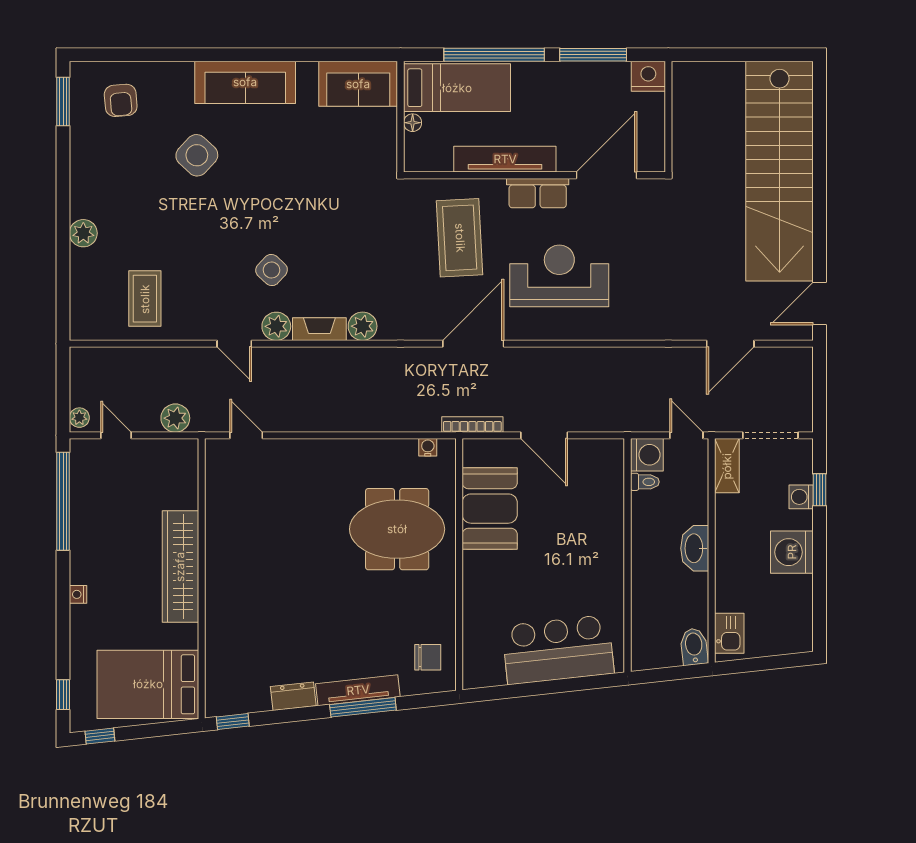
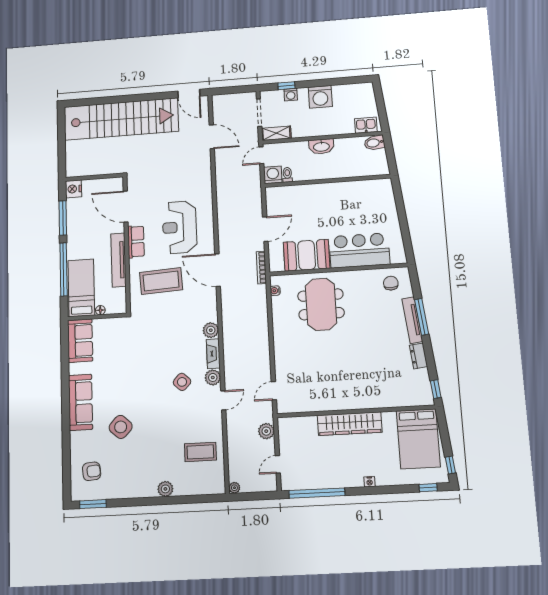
plant: (79, 418) -> (234, 488), moved
bar counter: (558, 650) -> (359, 250), moved, turned 96

